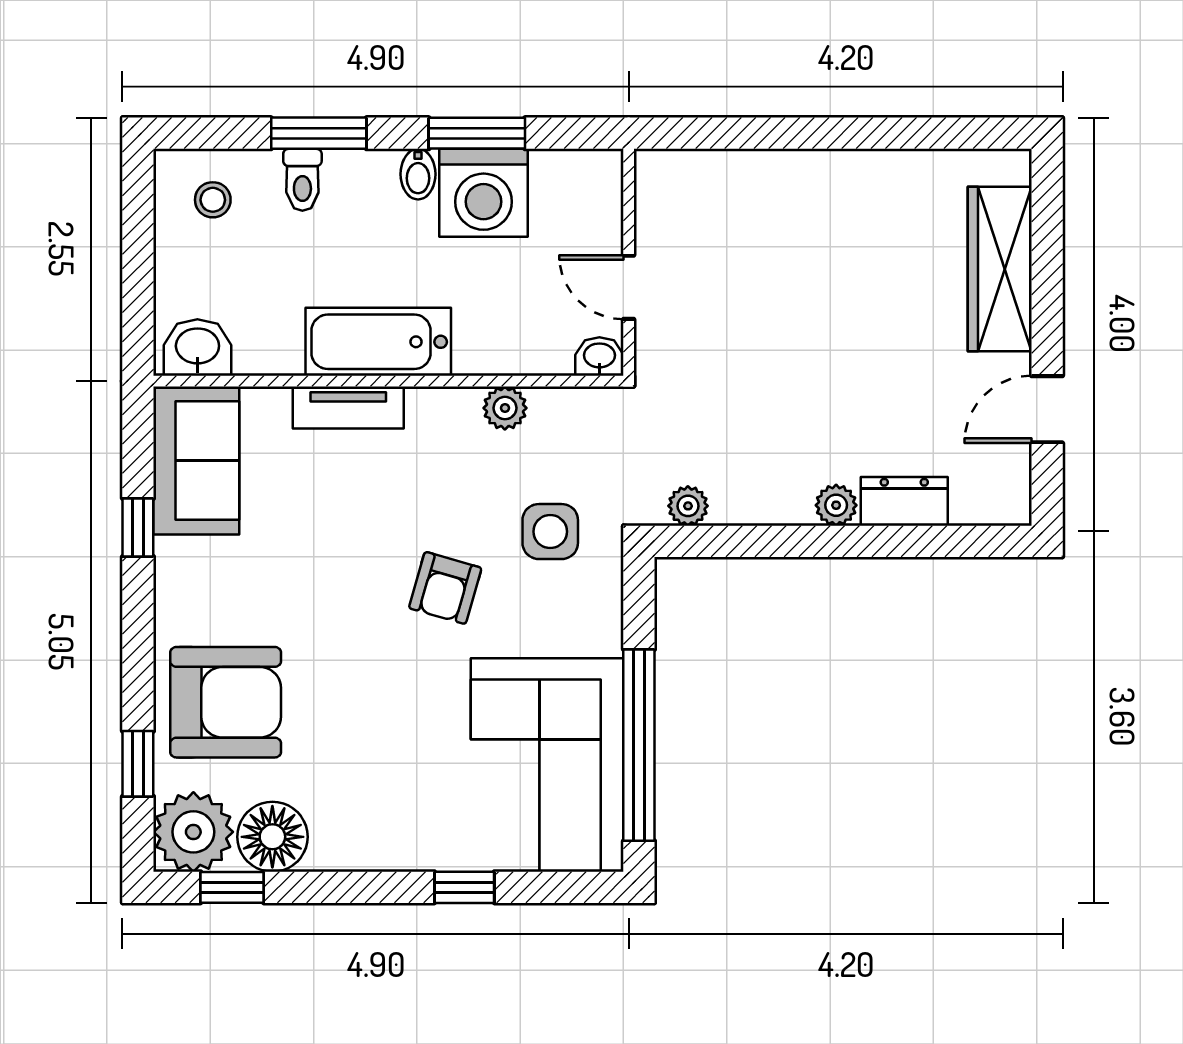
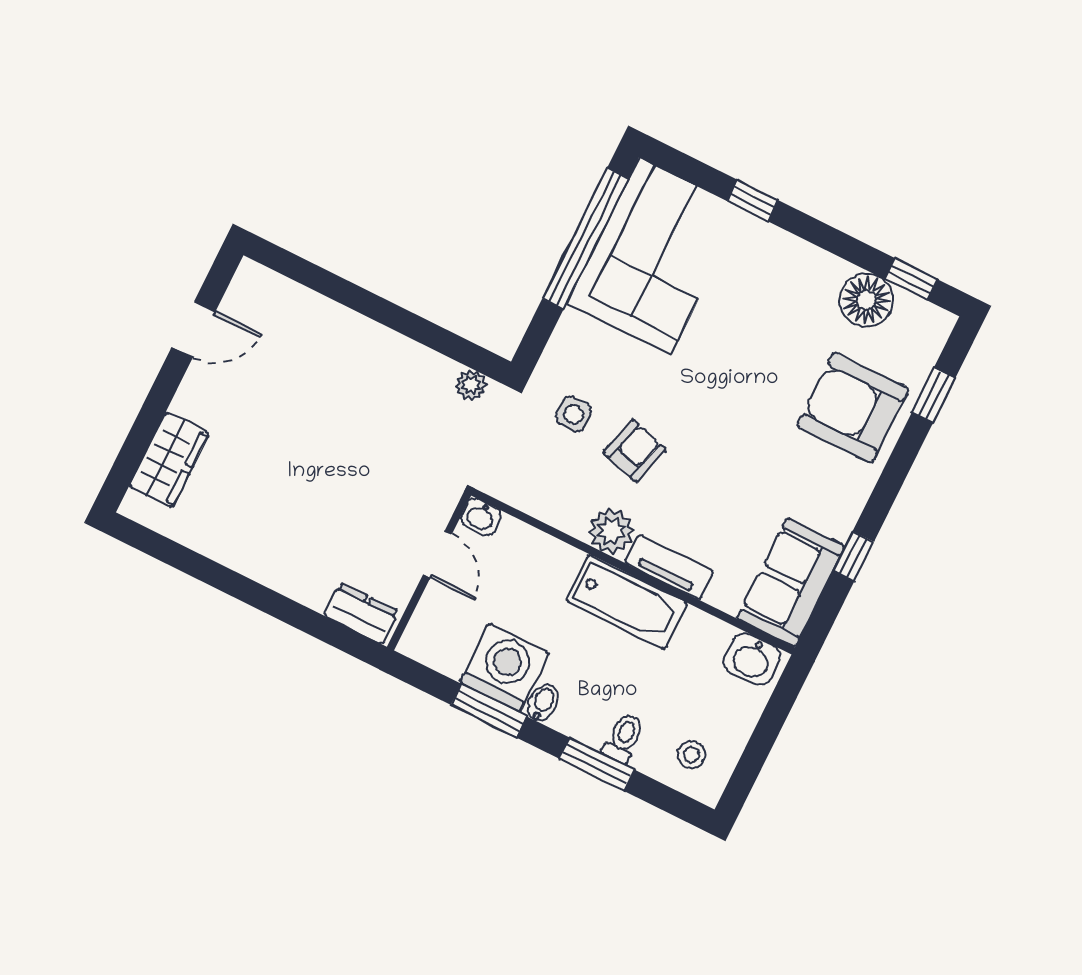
wardrobe: (1000, 269) -> (169, 460), width x0.67
plant: (505, 408) -> (611, 531), moved, width x1.38, depth x1.38
dresser: (904, 501) -> (361, 613), moved, turned 180
plant: (836, 505) -> (370, 335), removed
side table: (550, 532) -> (574, 414), width x0.73, depth x0.73
armchair: (445, 588) -> (635, 451), moved
plant: (193, 832) -> (919, 330), removed

